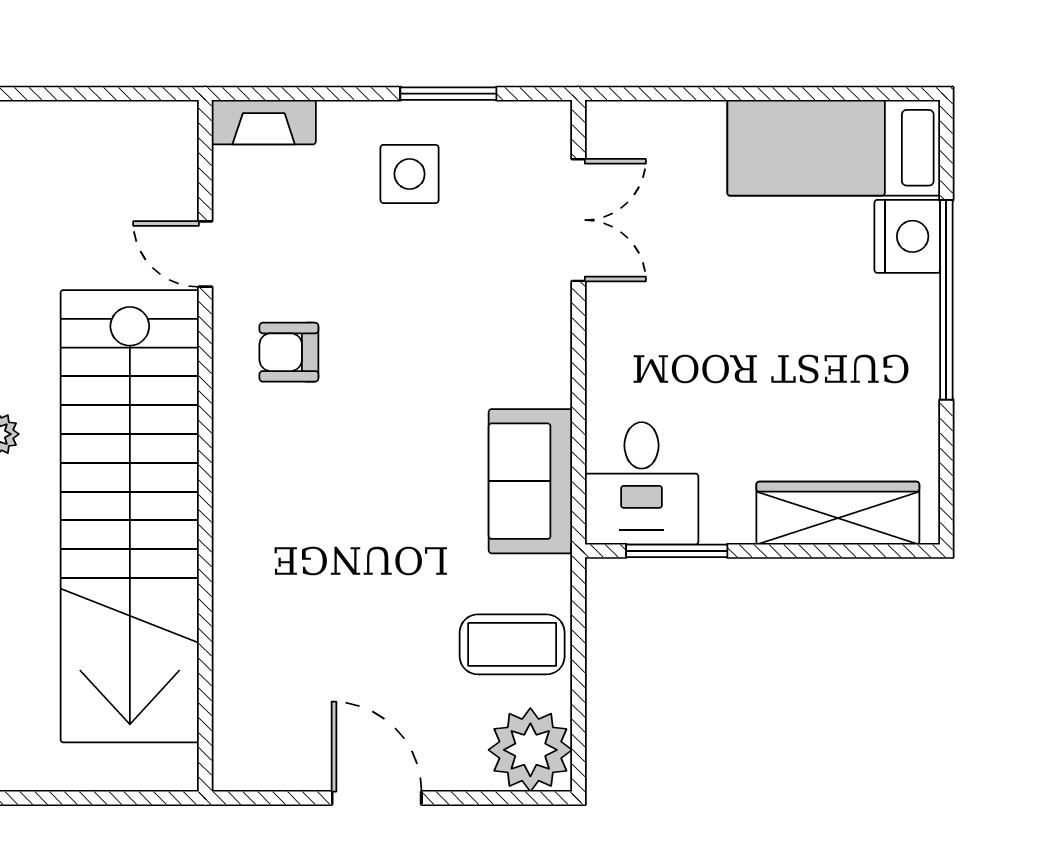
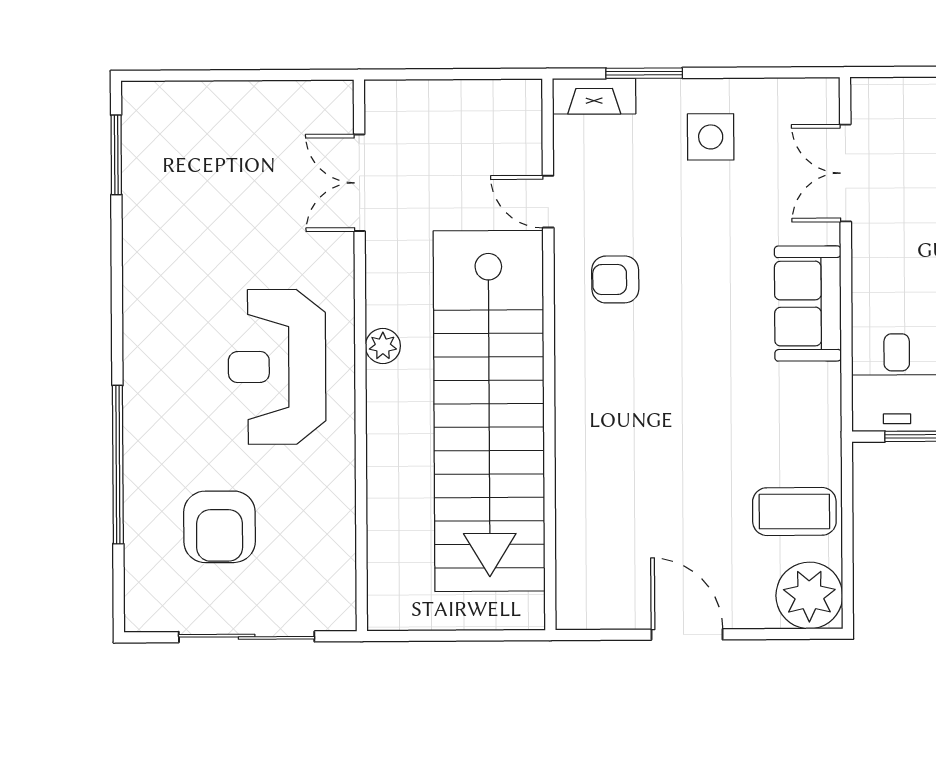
window: (448, 94) -> (644, 73), moved
double door: (578, 220) -> (845, 173), swing flipped
sofa: (530, 481) -> (808, 304), moved

